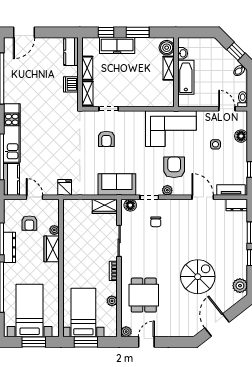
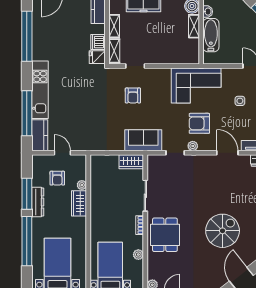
armchair: (174, 167) -> (199, 123), turned -90
fridge: (65, 187) -> (97, 57), moved, turned -90
floor lamp: (130, 205) -> (156, 161), removed
chair: (156, 222) -> (181, 177), removed
dining table: (144, 295) -> (165, 235), moved

